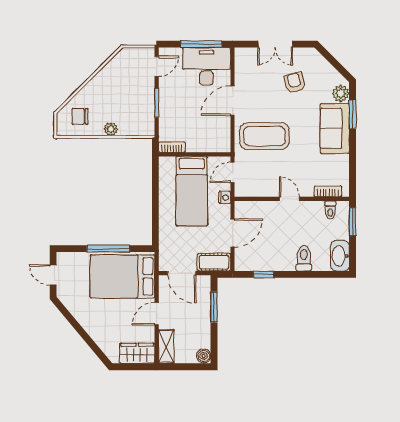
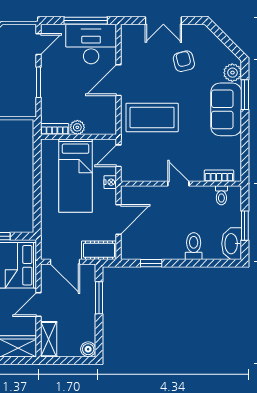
plant: (193, 145) -> (77, 127), added
window: (353, 222) -> (245, 226), moved

